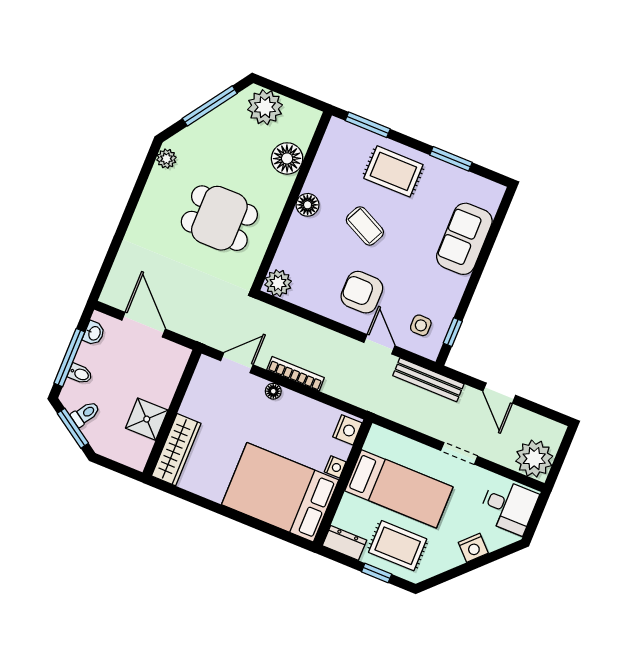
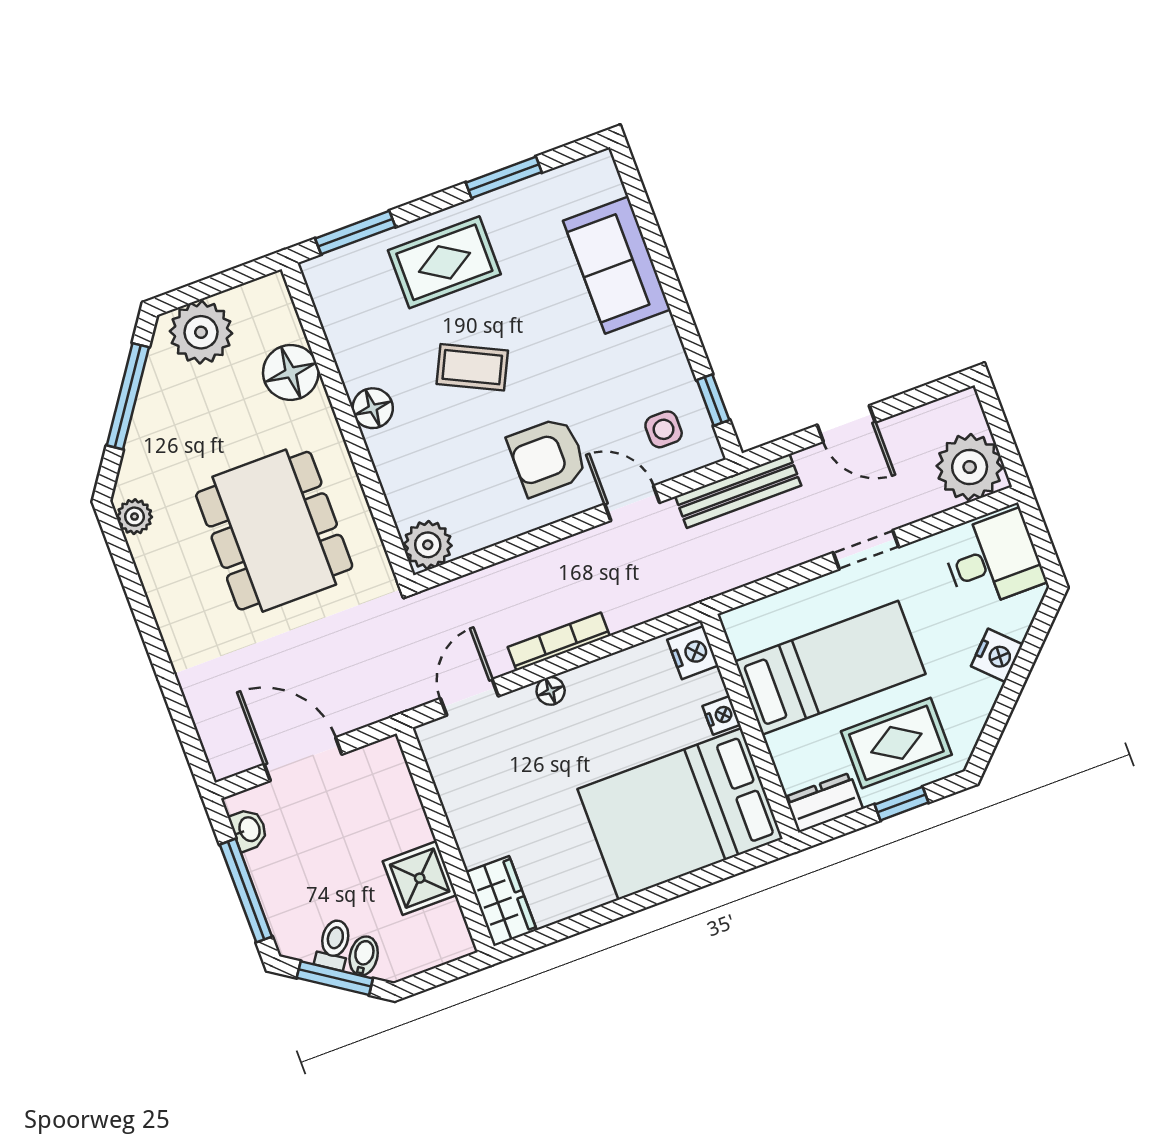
dining table: (219, 218) -> (274, 531), width x1.37
bidet: (80, 374) -> (364, 956), moved, turned -56
wardrobe: (176, 450) -> (501, 901), width x0.67

